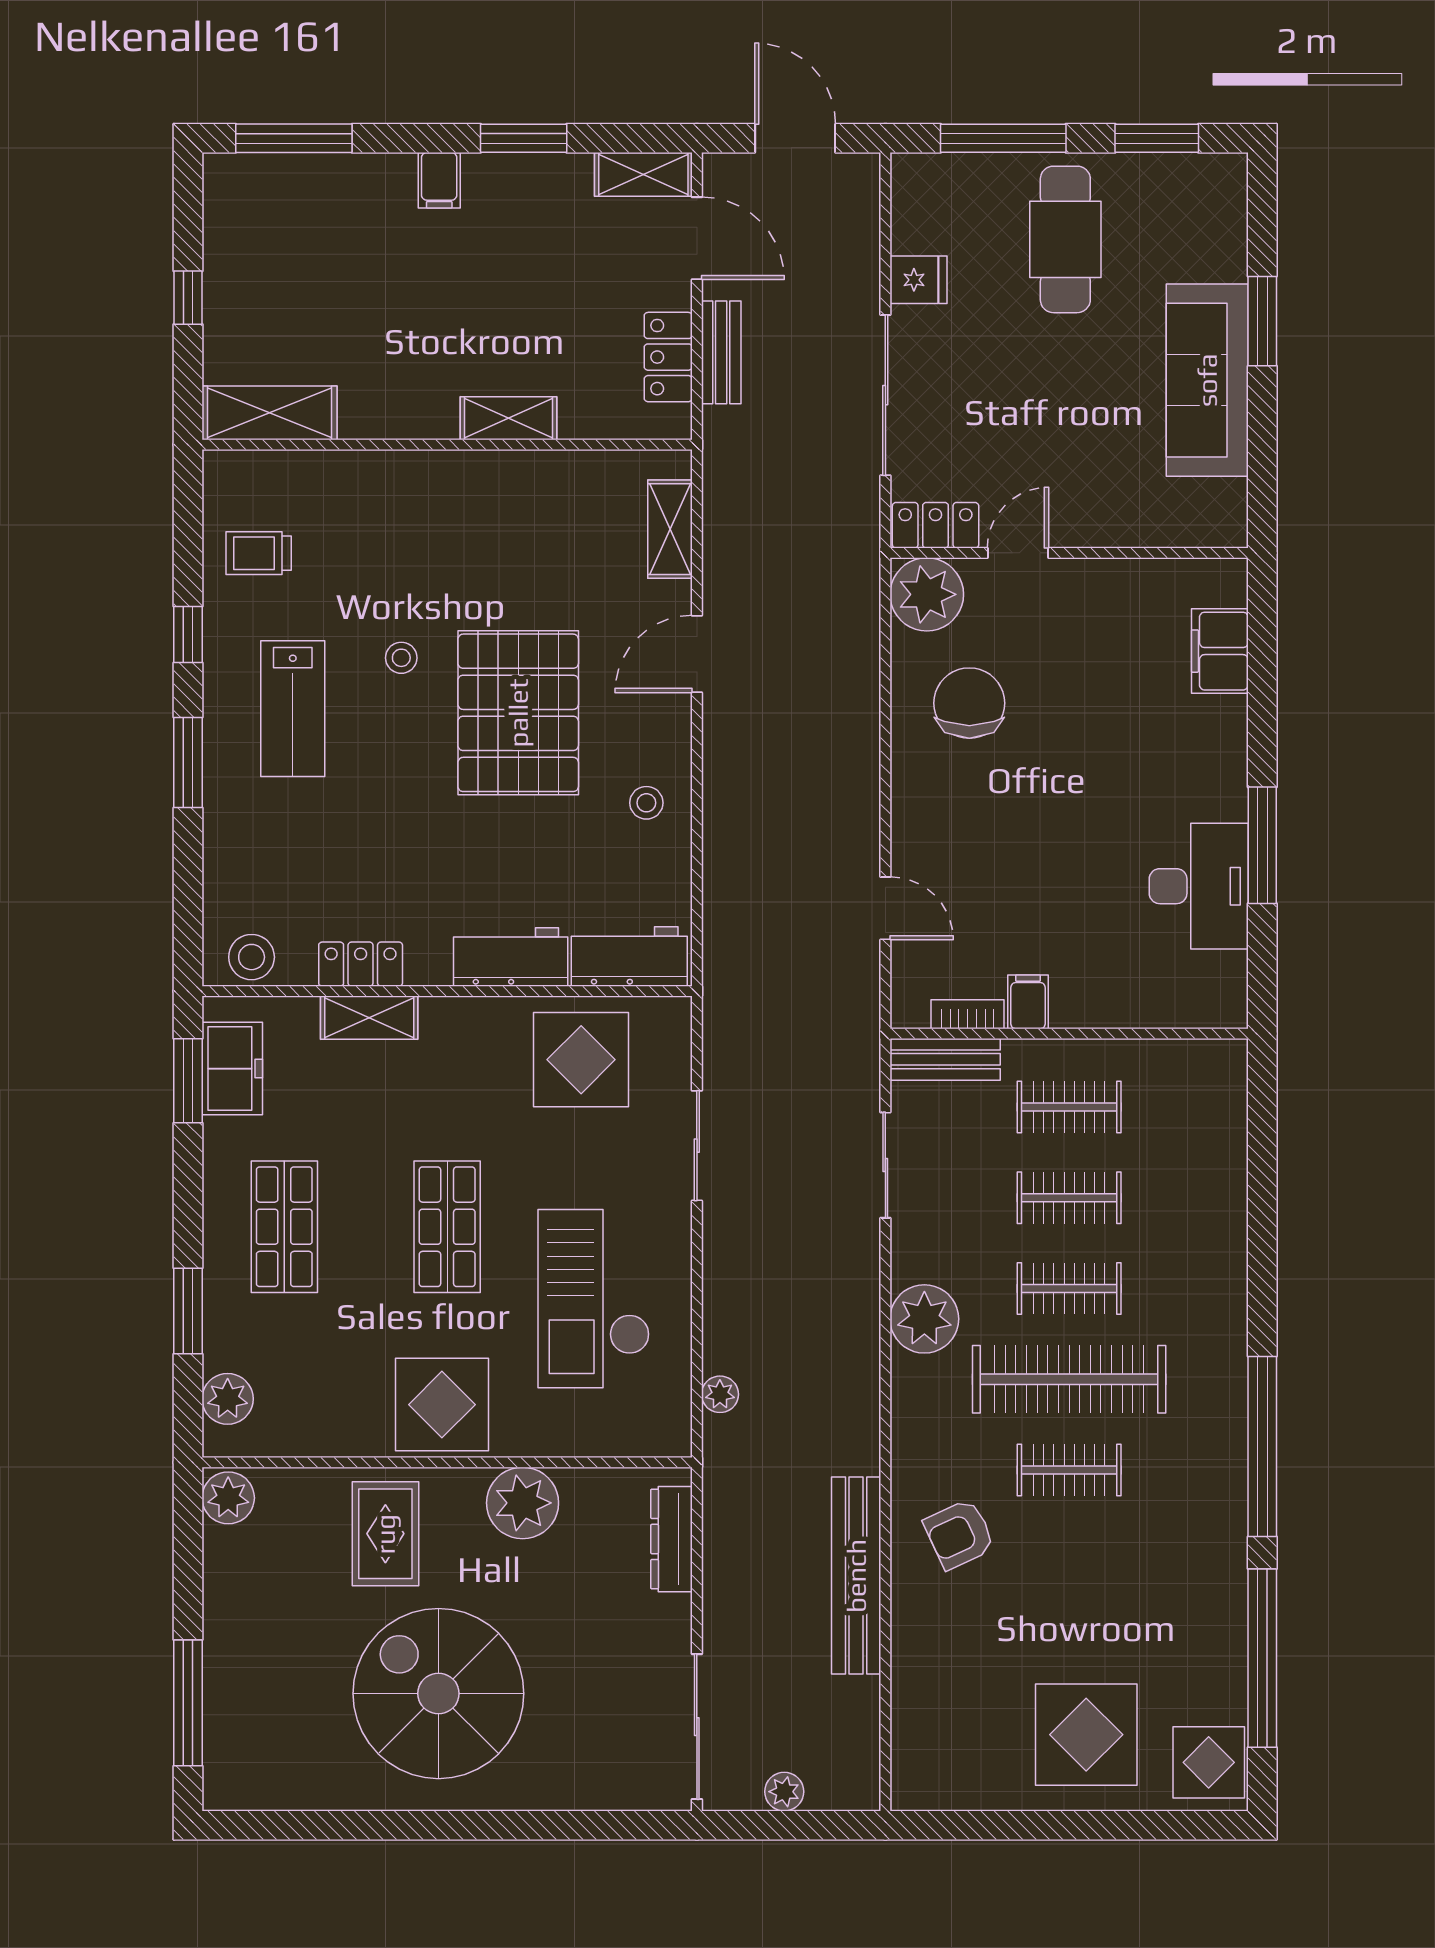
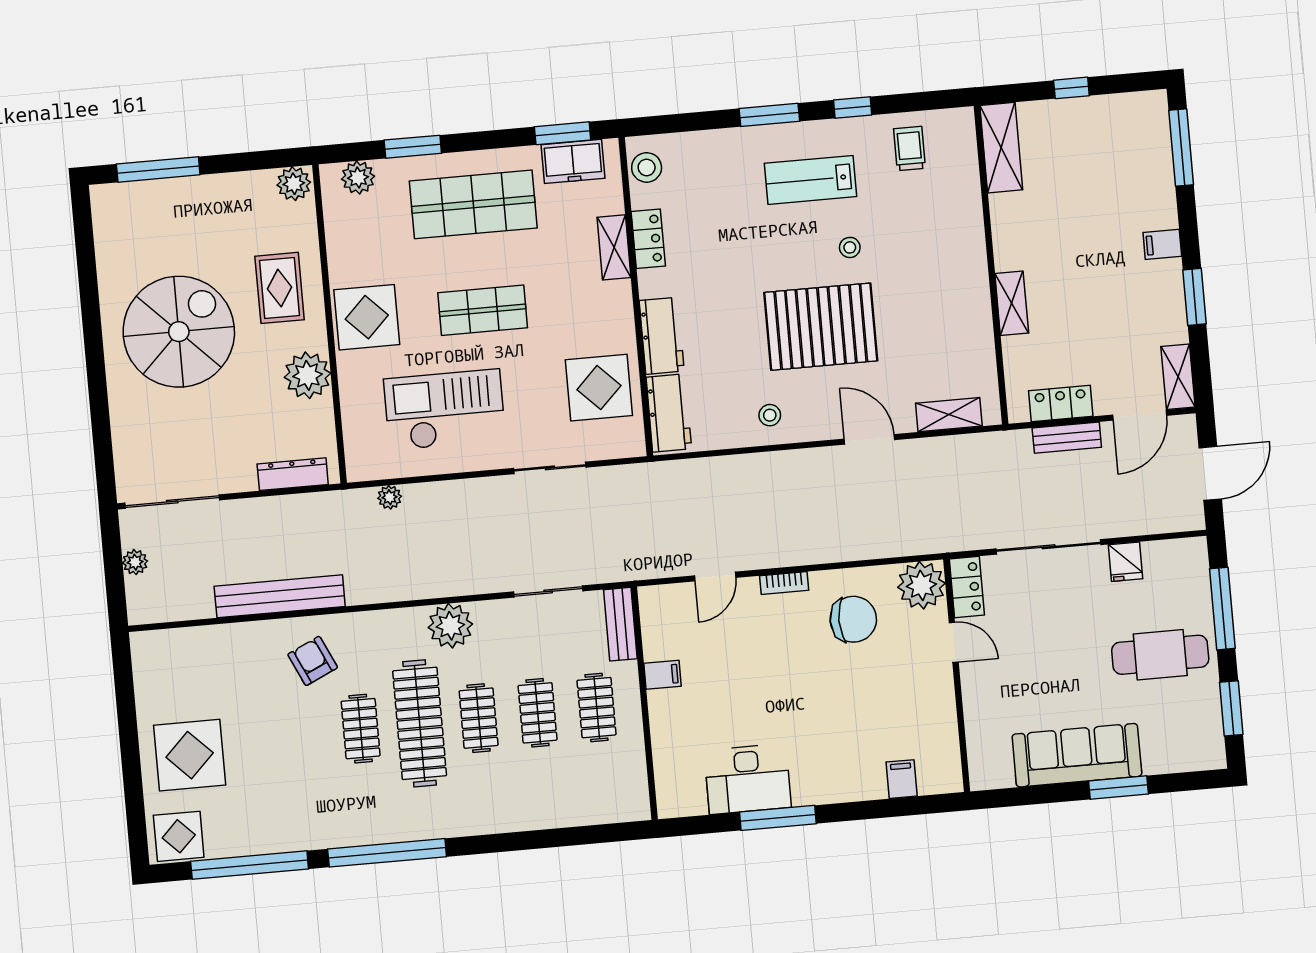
filing cabinet: (1220, 651) -> (902, 779), width x0.50
bookcase: (968, 1014) -> (784, 583), moved, turned 90
shop shelf: (284, 1227) -> (473, 204), width x1.43, depth x1.36
rug: (385, 1534) -> (280, 288), turned 90

